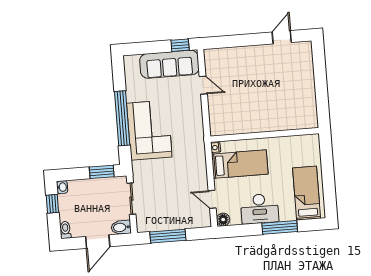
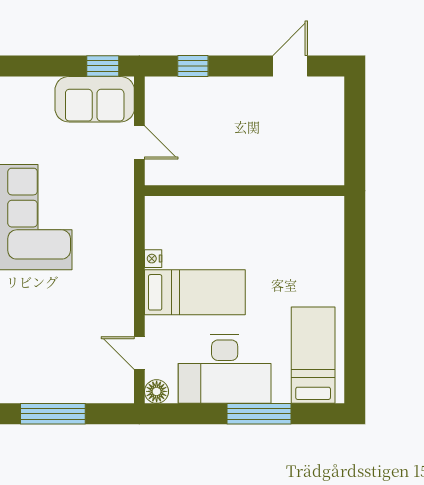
window: (229, 41) -> (193, 66), added
sofa: (169, 64) -> (95, 99), width x0.73
wall: (265, 135) -> (245, 191), moved
desk: (260, 209) -> (225, 369), width x1.36, depth x1.30

